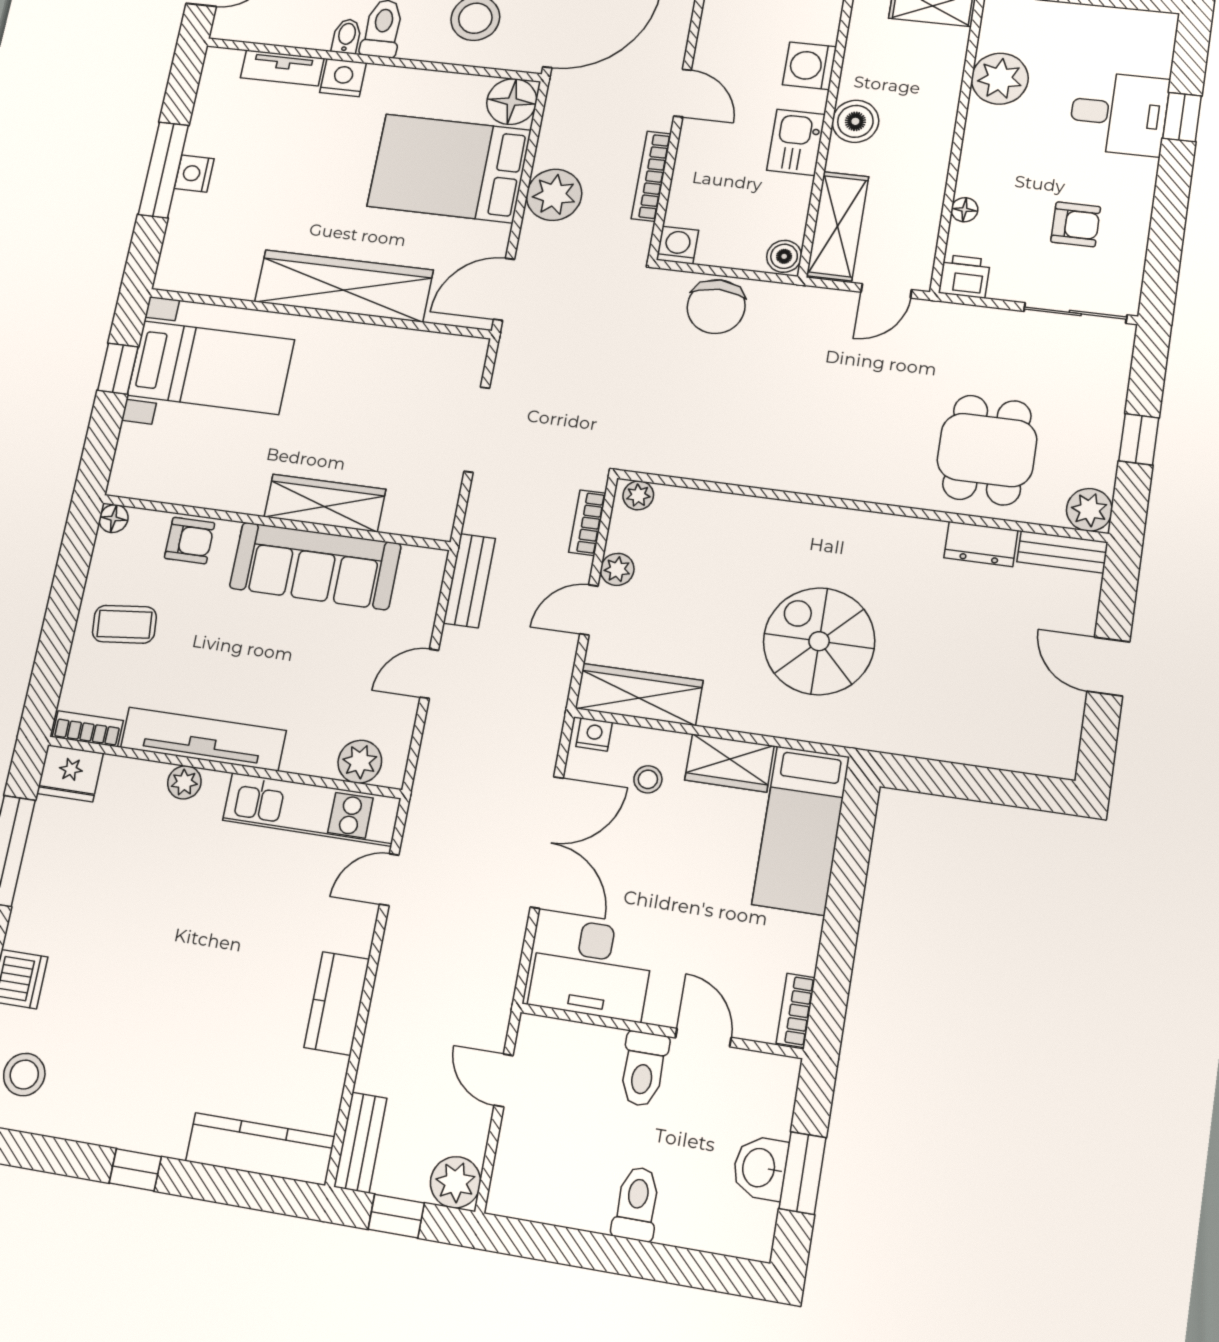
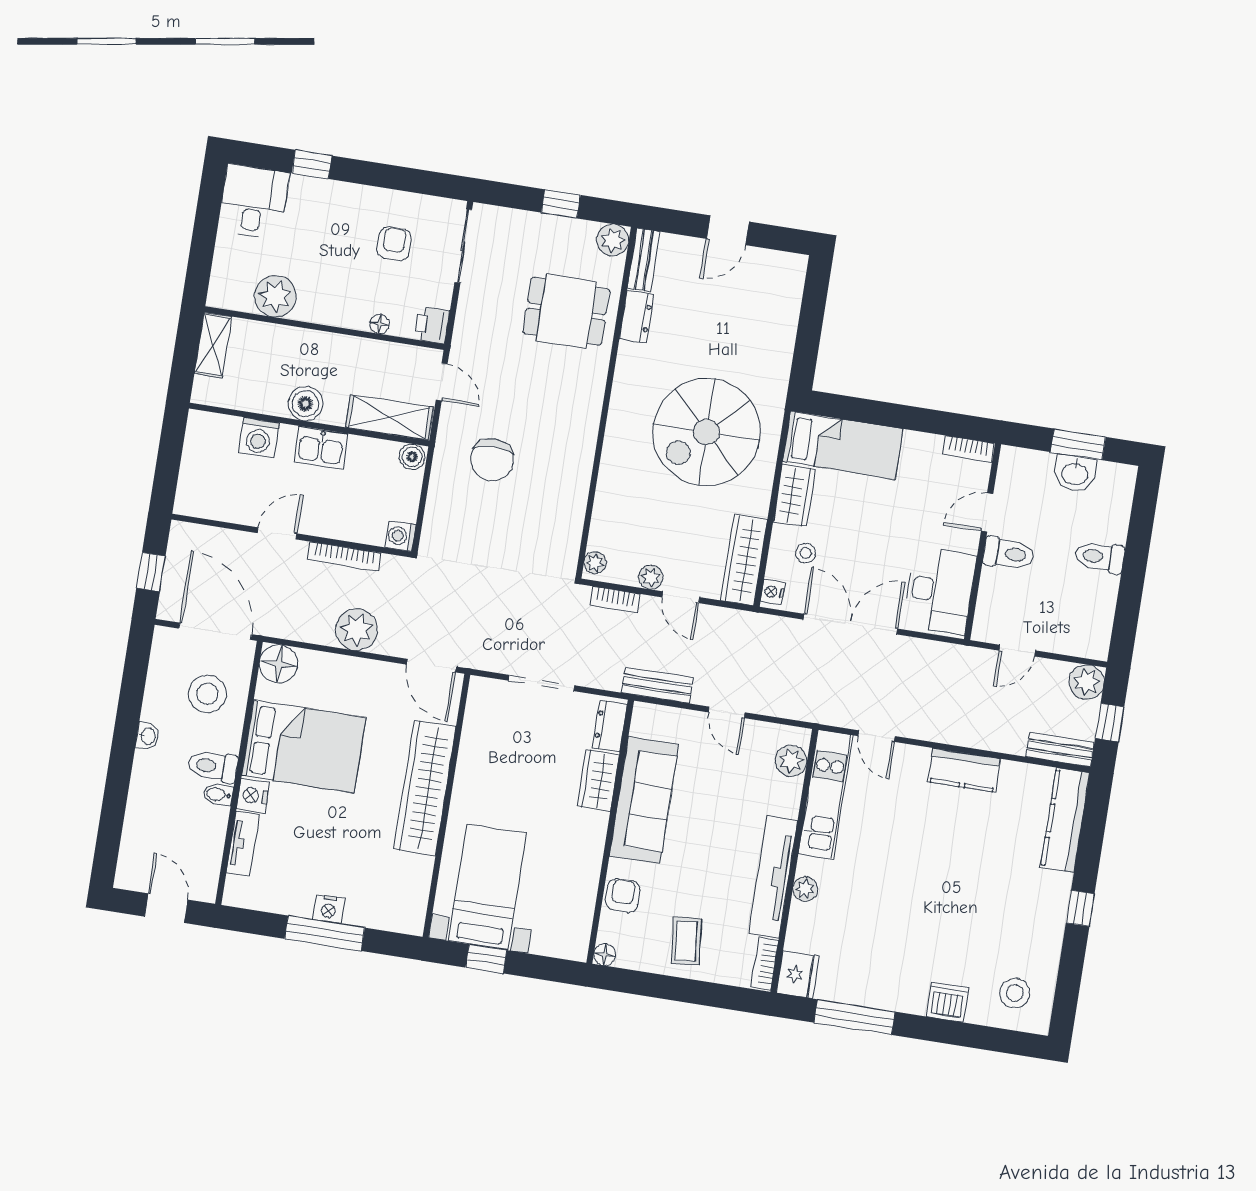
desk: (1119, 114) -> (254, 202), moved
bed: (449, 168) -> (304, 746), moved, turned -90
chair: (716, 307) -> (492, 460), moved, turned 90
wardrobe: (325, 503) -> (598, 781), width x0.67
dresser: (416, 519) -> (610, 726), added
spiral stairs: (819, 641) -> (707, 432), width x1.37, depth x1.37

